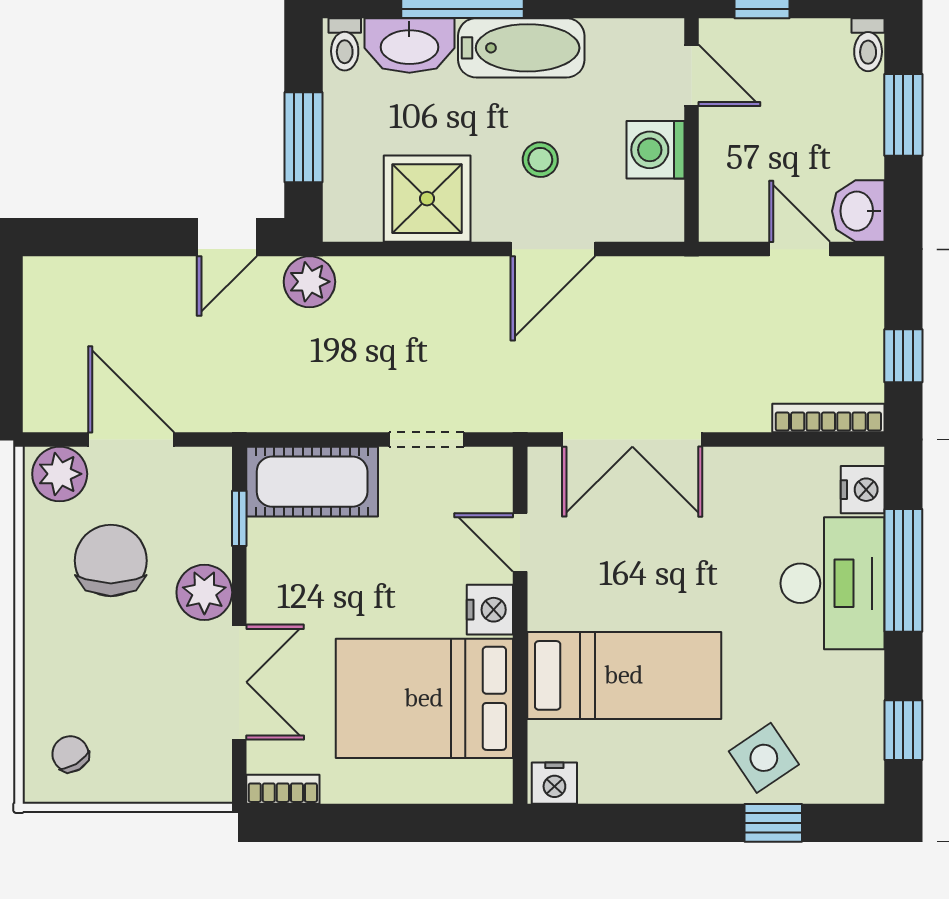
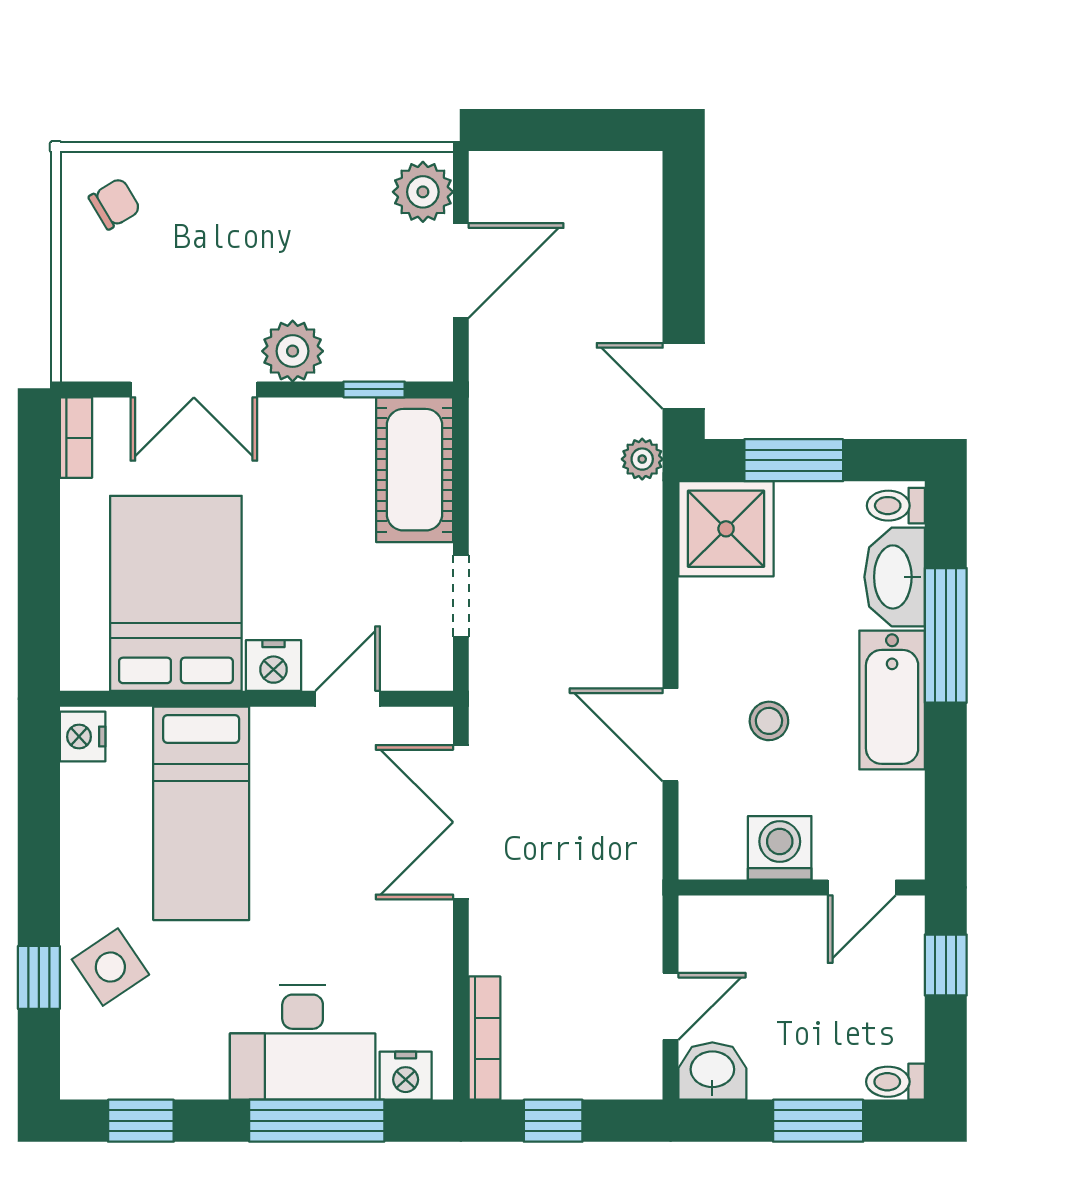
shower: (427, 199) -> (726, 529), moved
plant: (309, 282) -> (642, 459), width x0.73, depth x0.73
chair: (111, 561) -> (328, 248), removed

